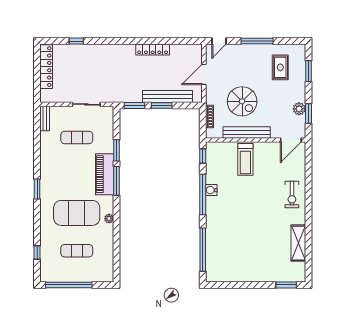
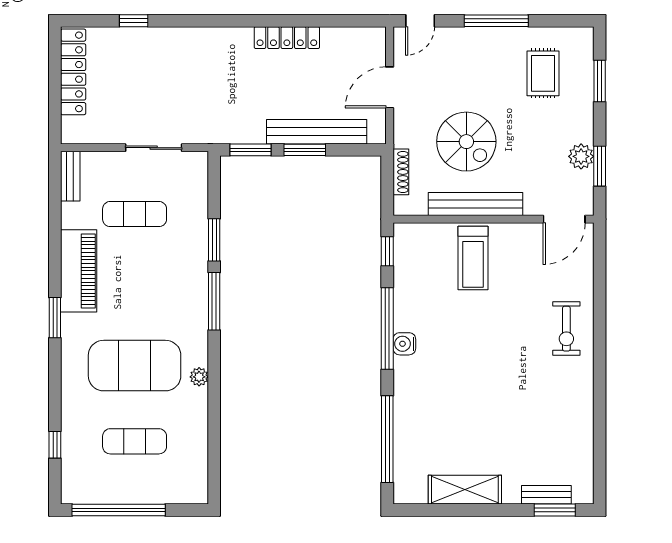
piano: (105, 174) -> (79, 271), moved, turned 180
water cooler: (211, 190) -> (404, 344), moved
shelving: (298, 243) -> (465, 490), moved, turned 90
bench: (282, 277) -> (546, 495), added

